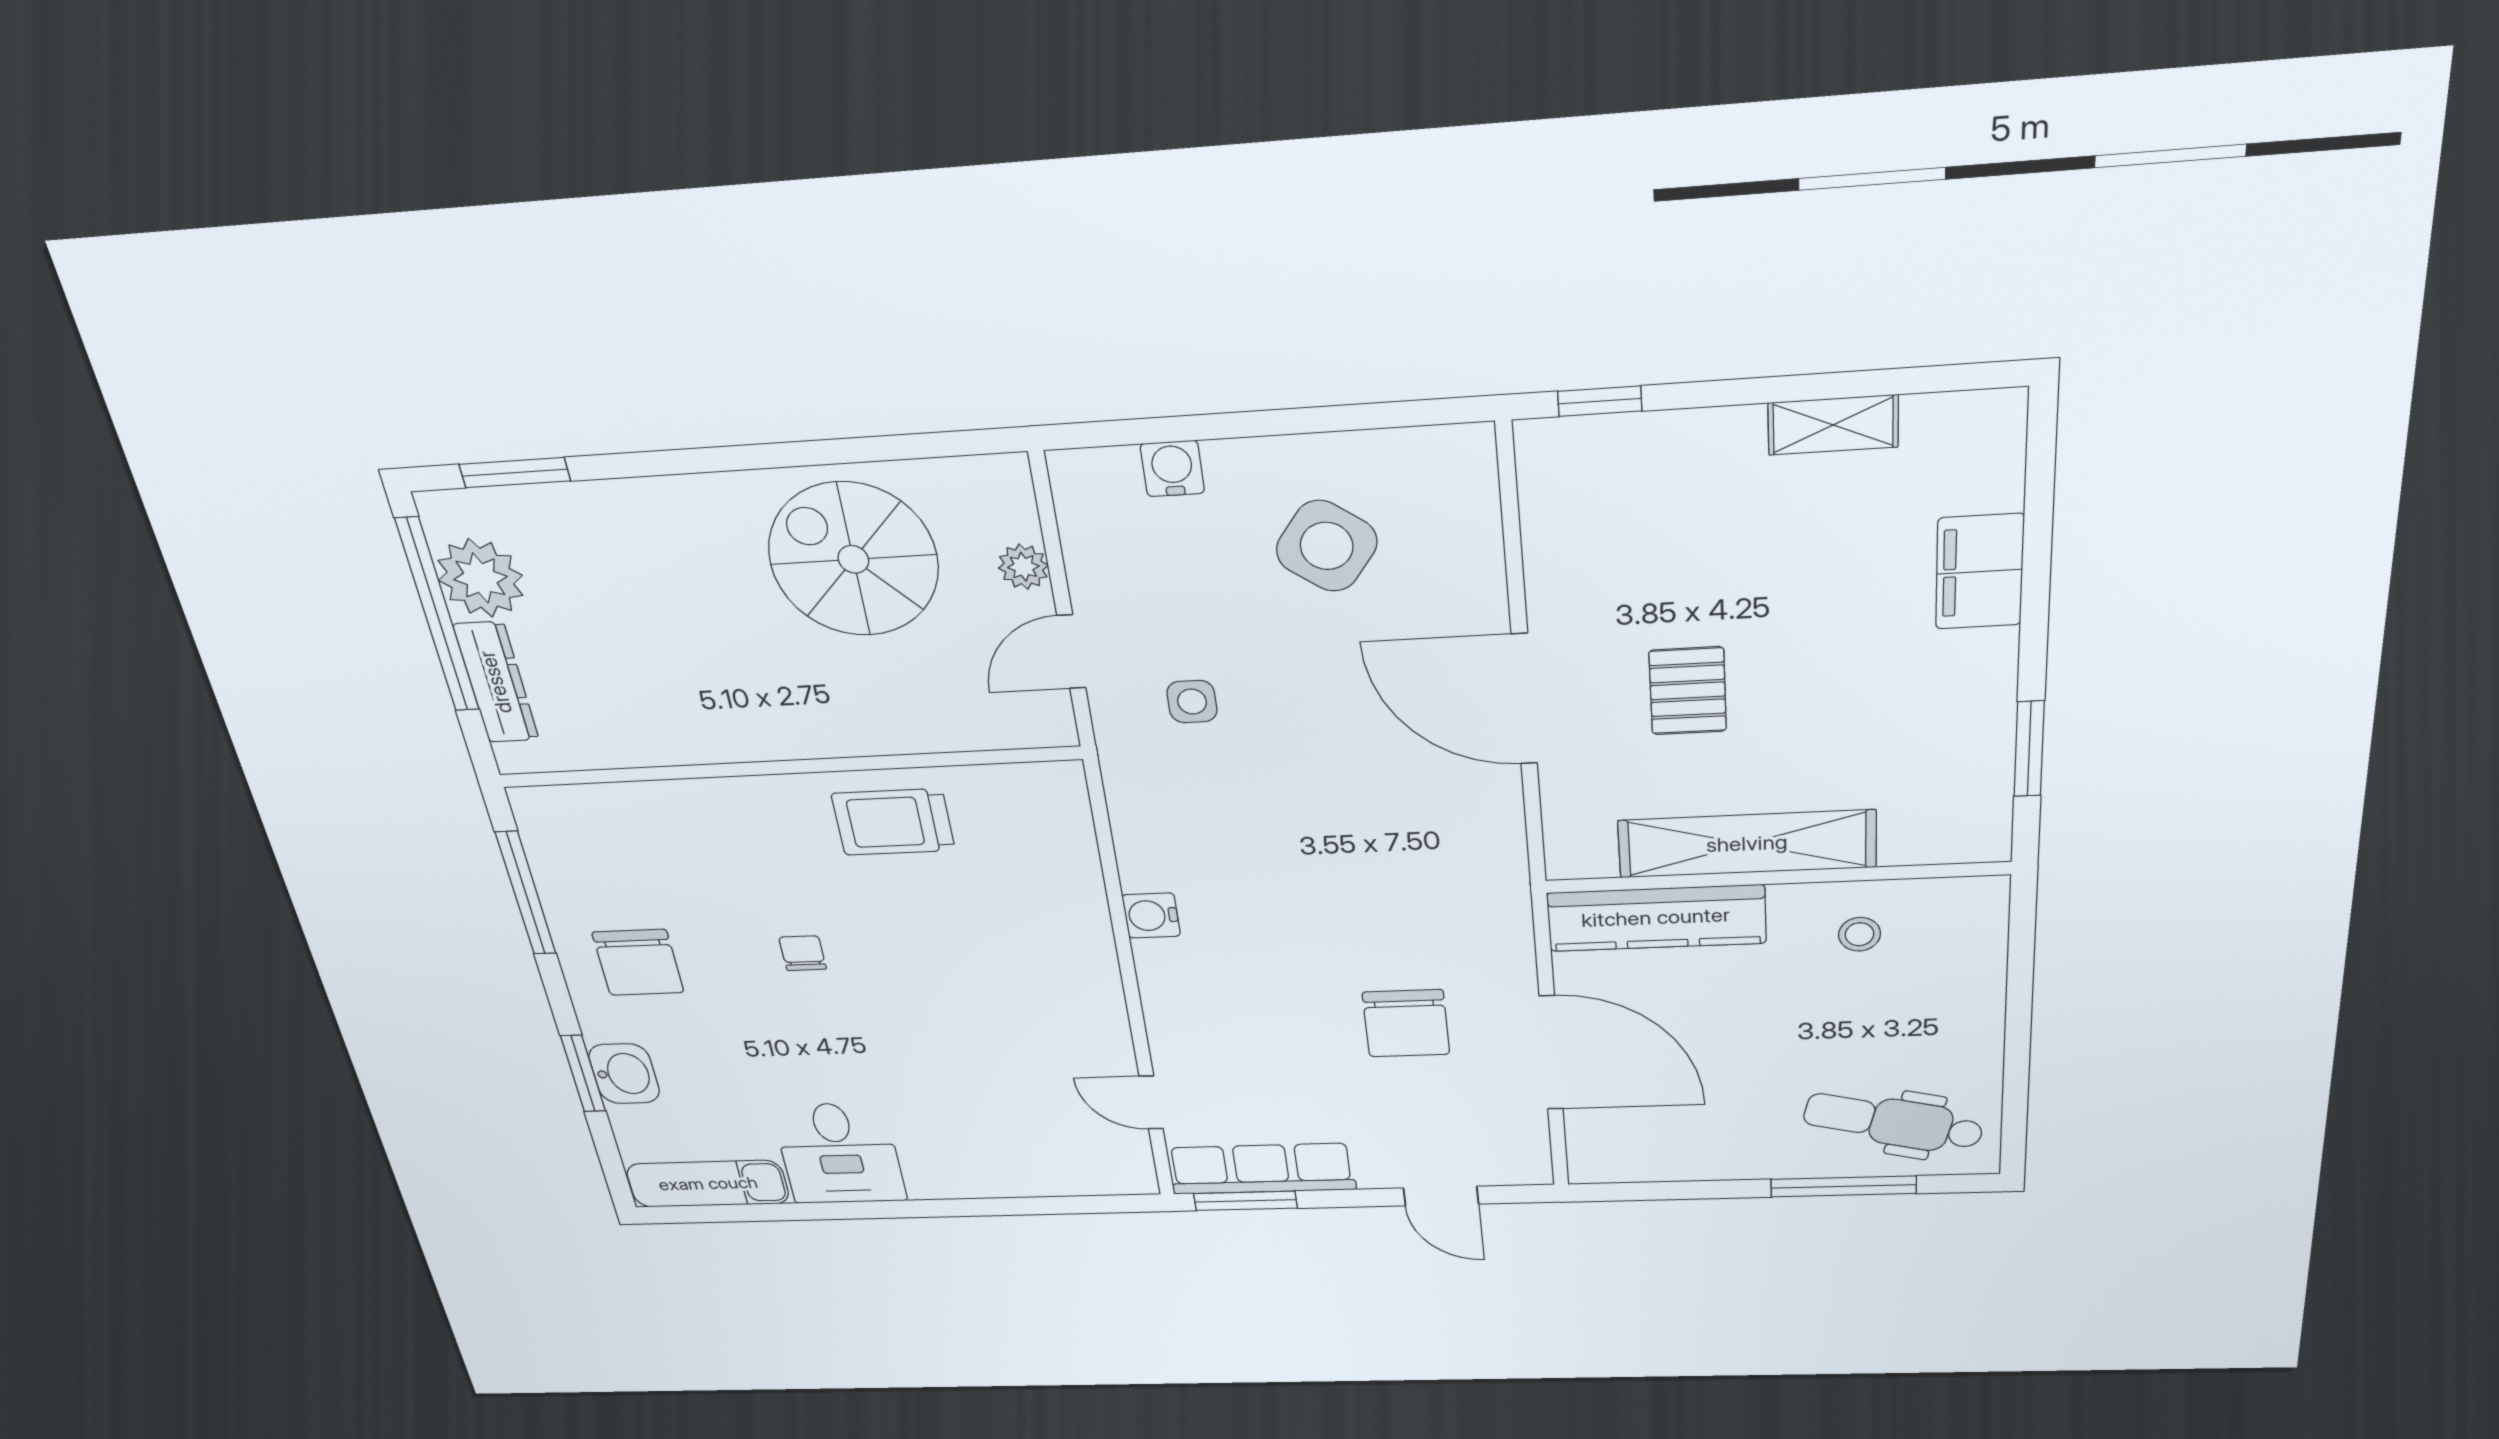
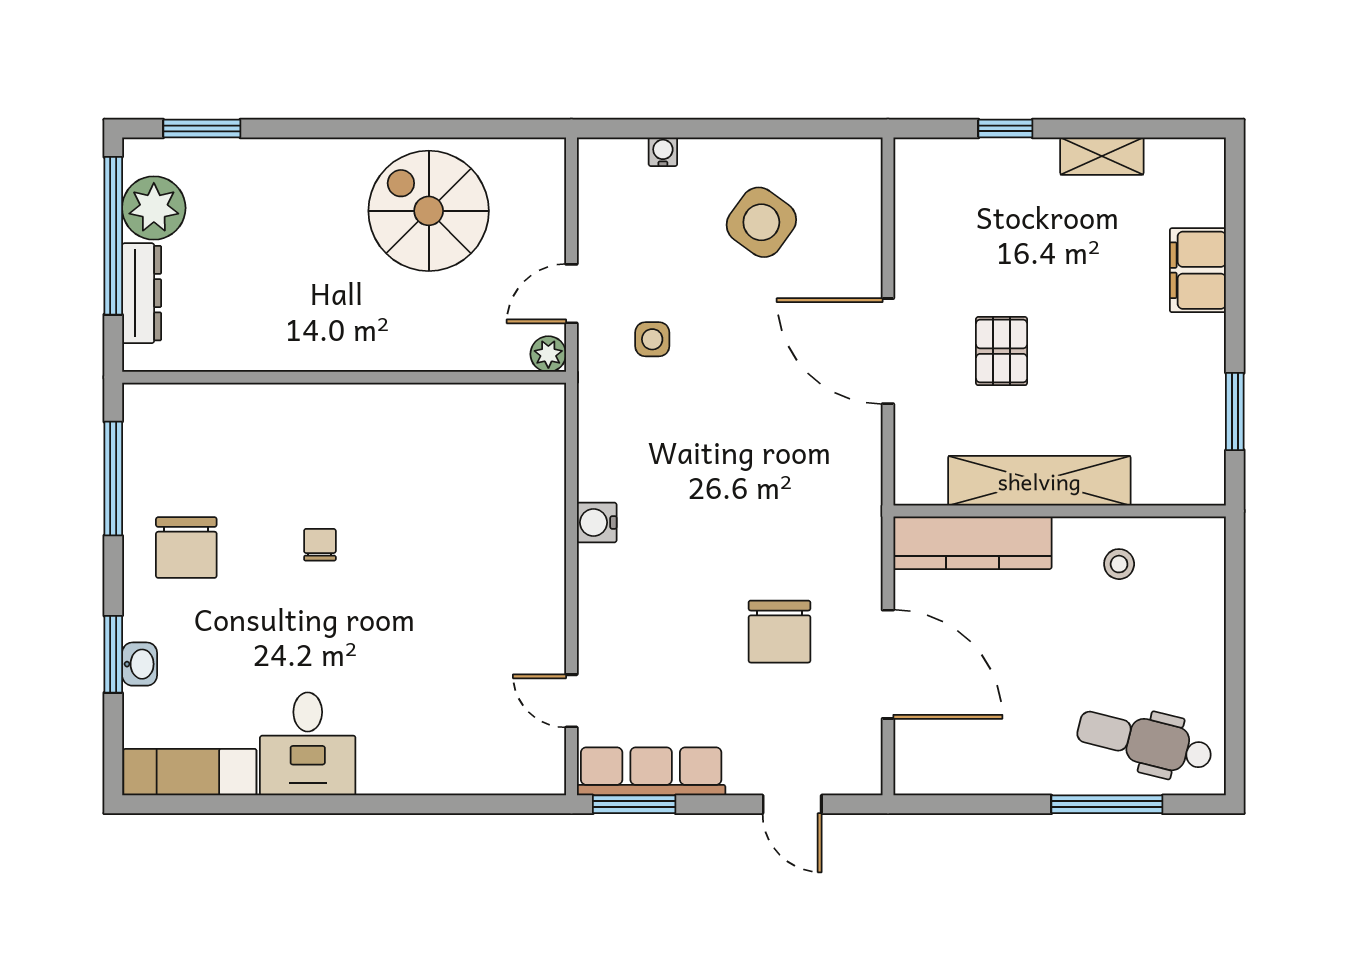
window: (1600, 401) -> (1005, 128), moved
water cooler: (1172, 469) -> (663, 152), width x0.72, depth x0.72
plant: (1023, 567) -> (548, 354), moved
trolley: (893, 822) -> (415, 429), removed
washbasin: (624, 1074) -> (140, 664), width x0.72, depth x0.69

